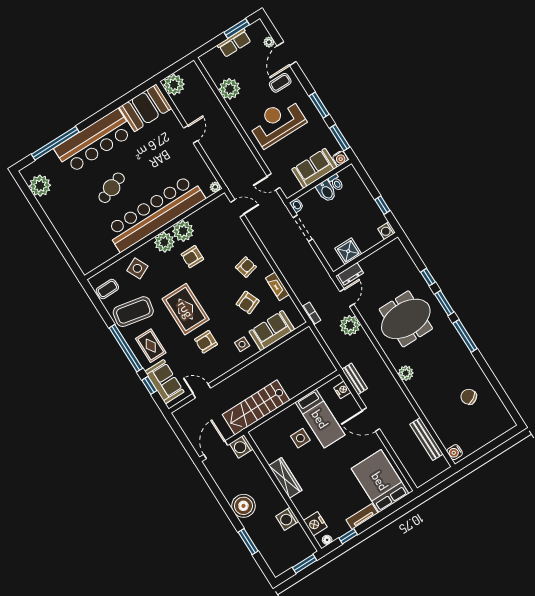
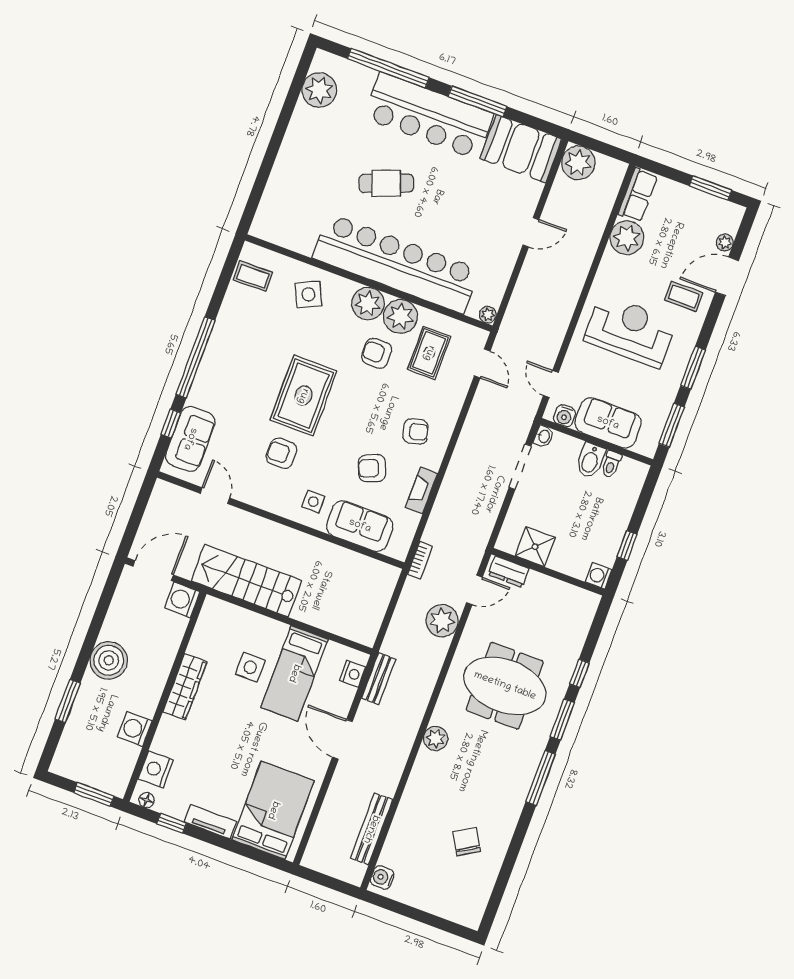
row of seats: (234, 43) -> (638, 195), moved, turned -90
window: (105, 111) -> (477, 101), added
water cooler: (340, 158) -> (564, 416), moved
coffee table: (133, 312) -> (249, 331), removed
rug: (151, 346) -> (429, 353), moved

